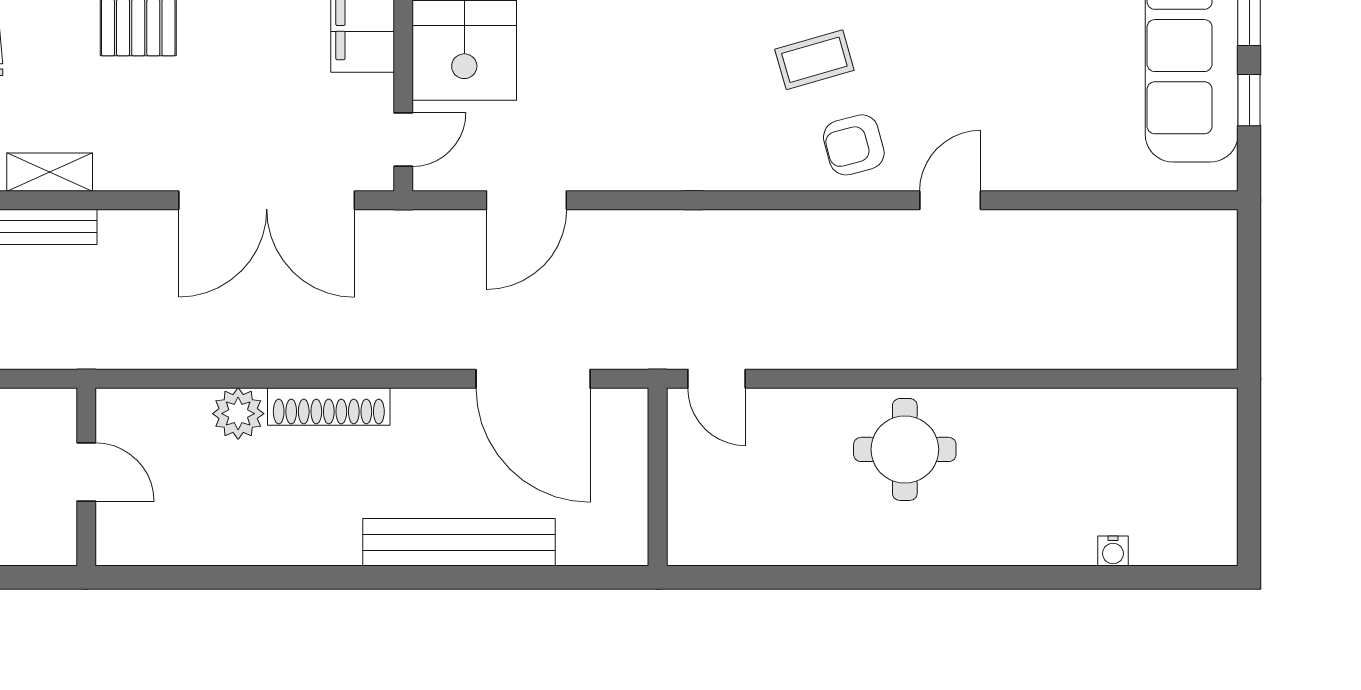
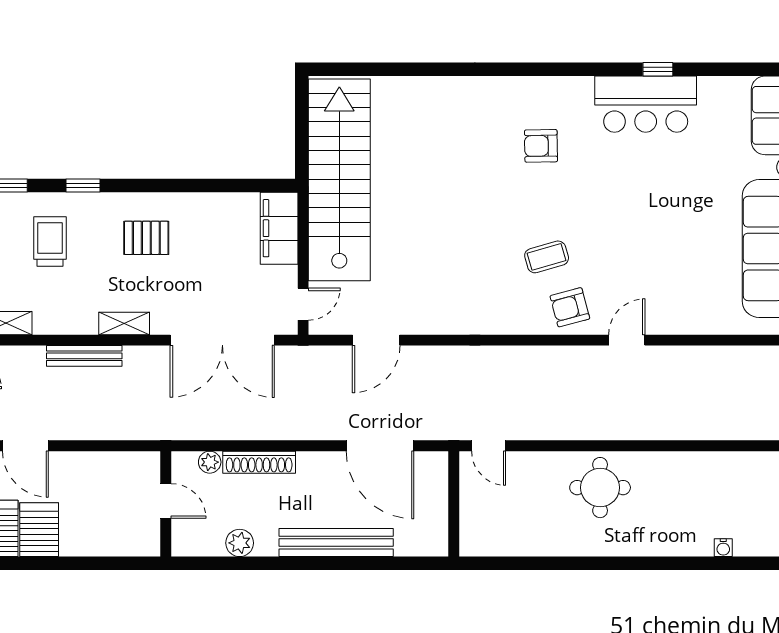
shelving: (50, 172) -> (124, 323), moved
plant: (238, 414) -> (210, 462), width x0.73, depth x0.73
door: (86, 472) -> (166, 501), moved
wall: (86, 477) -> (166, 504), moved
plant: (296, 543) -> (240, 543), added

